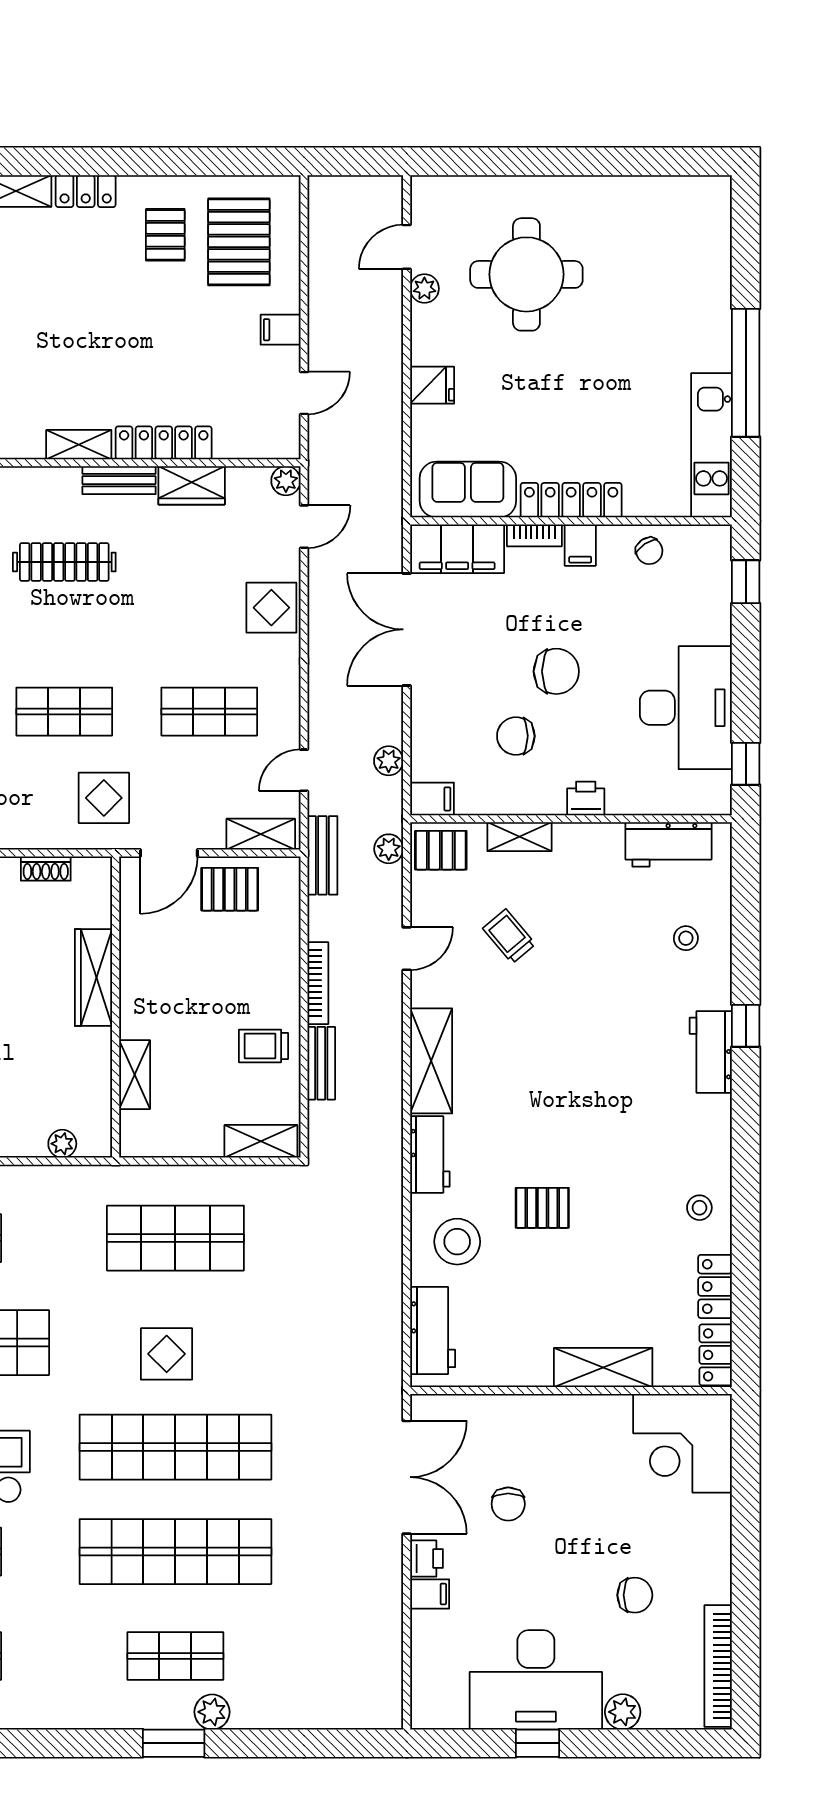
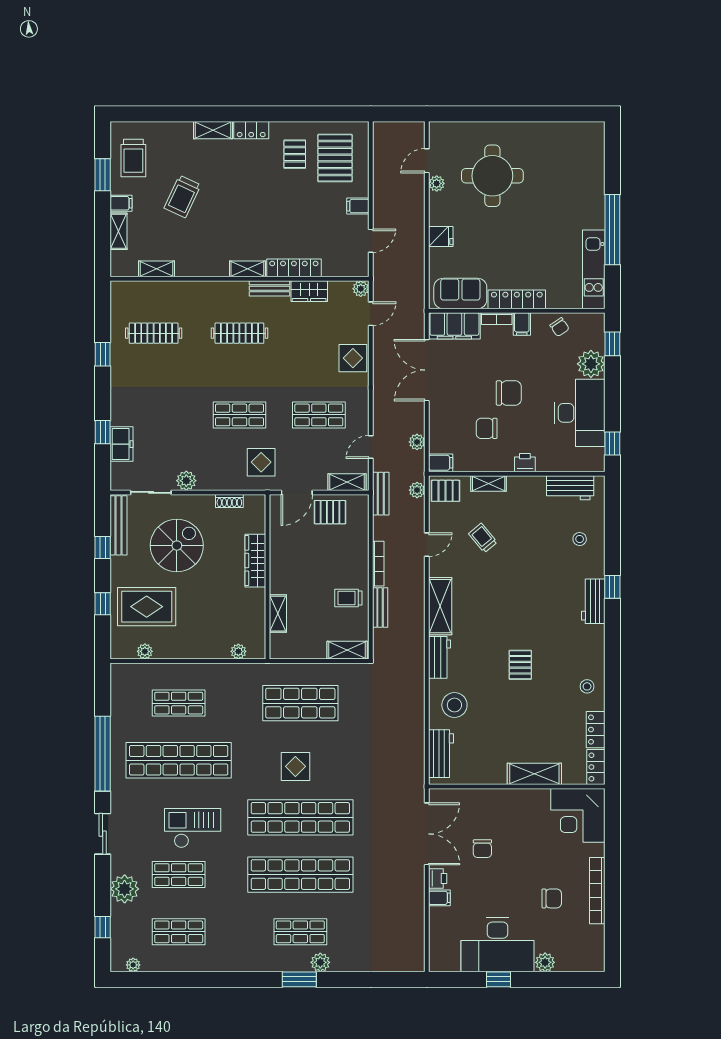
plant: (707, 618) -> (591, 364), added
pallet: (542, 1208) -> (520, 665), moved, turned 90
bookcase: (718, 1666) -> (597, 891), moved

